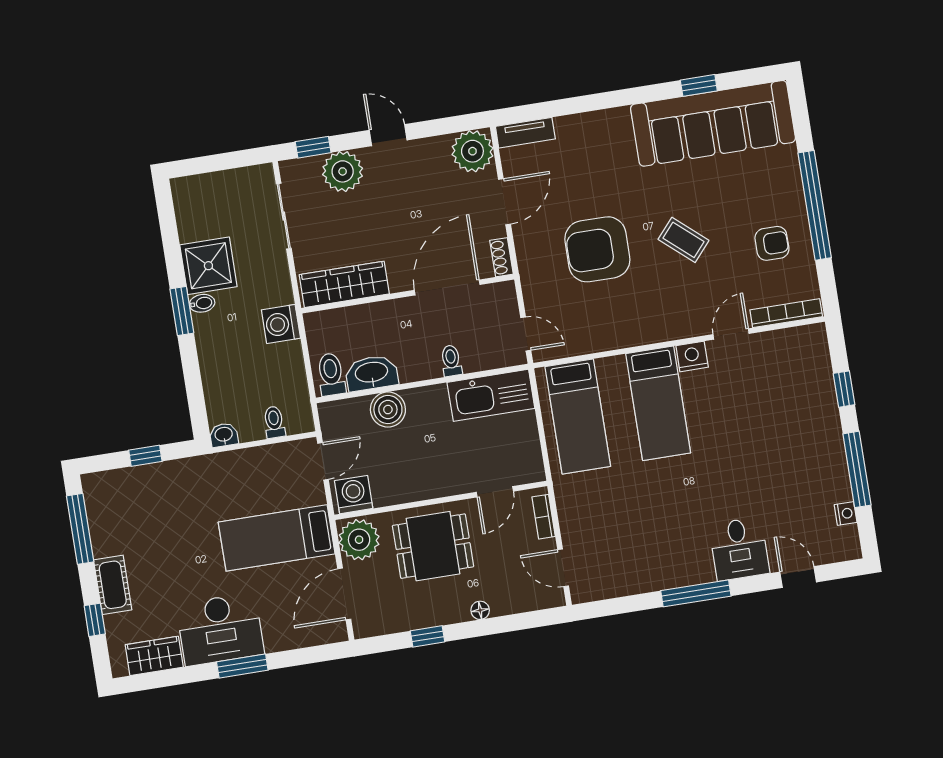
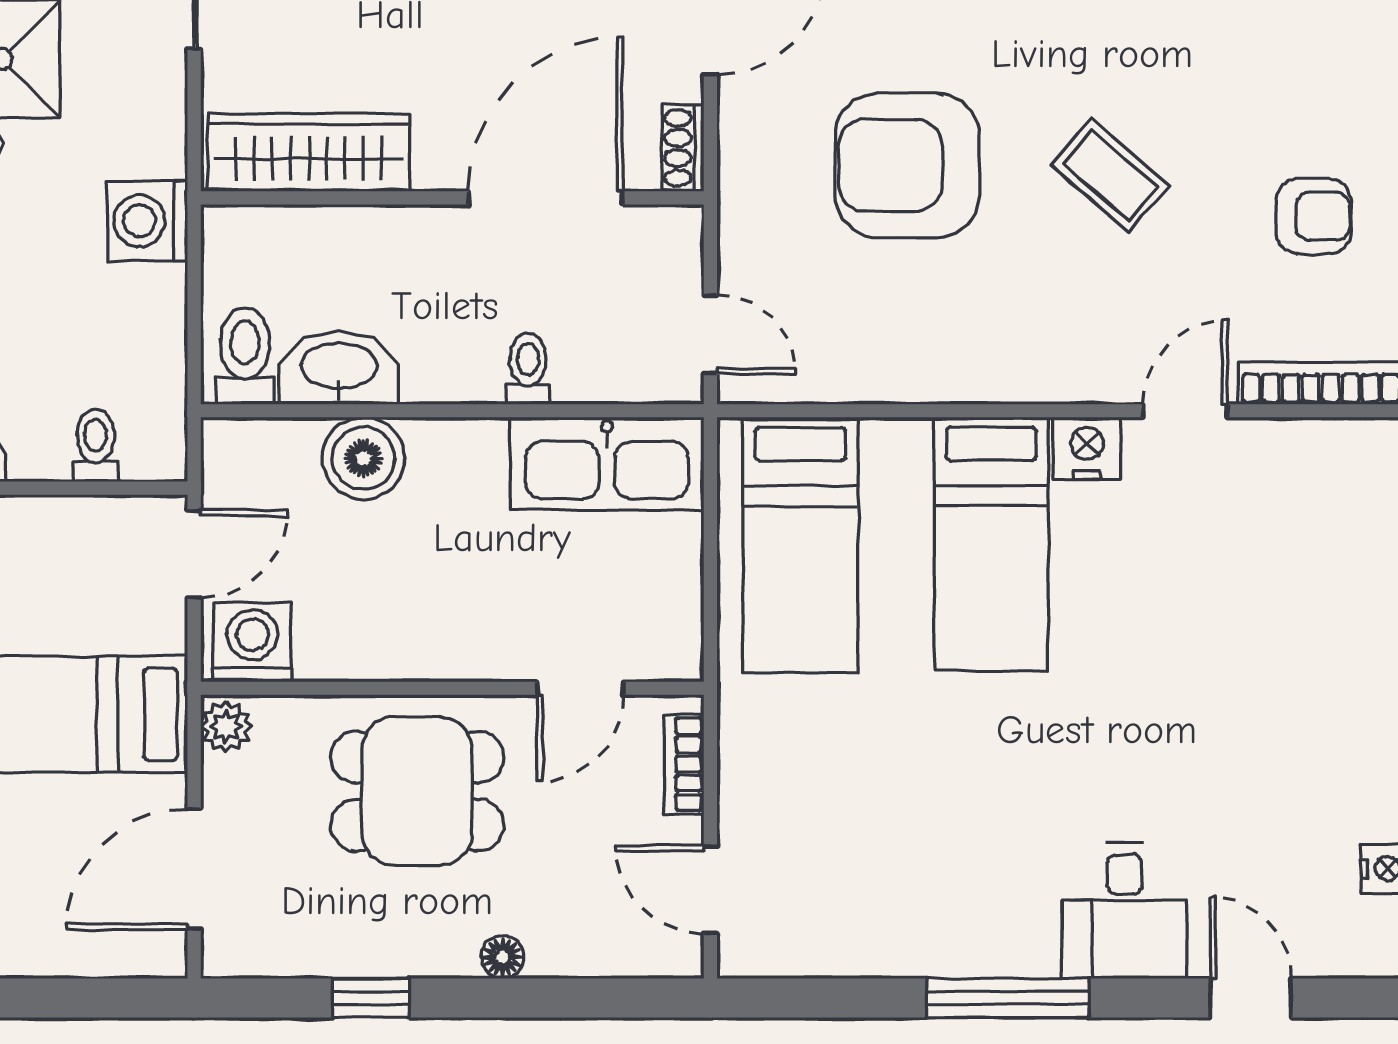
plant: (359, 540) -> (226, 726), width x0.53, depth x0.53

